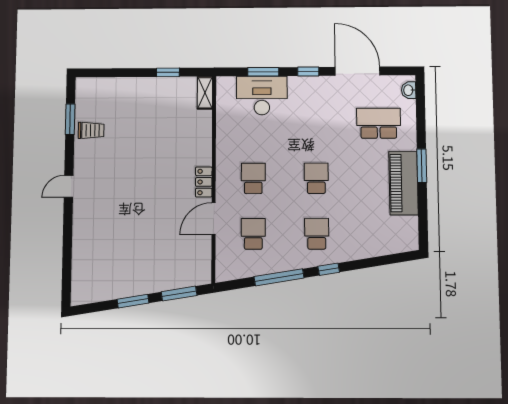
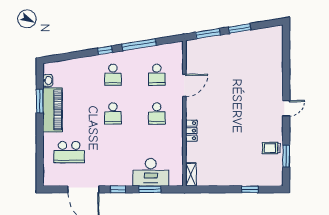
window: (168, 72) -> (250, 189), moved
washbasin: (409, 90) -> (48, 80), moved
window: (422, 166) -> (40, 101), moved
locker: (204, 182) -> (191, 131), moved

